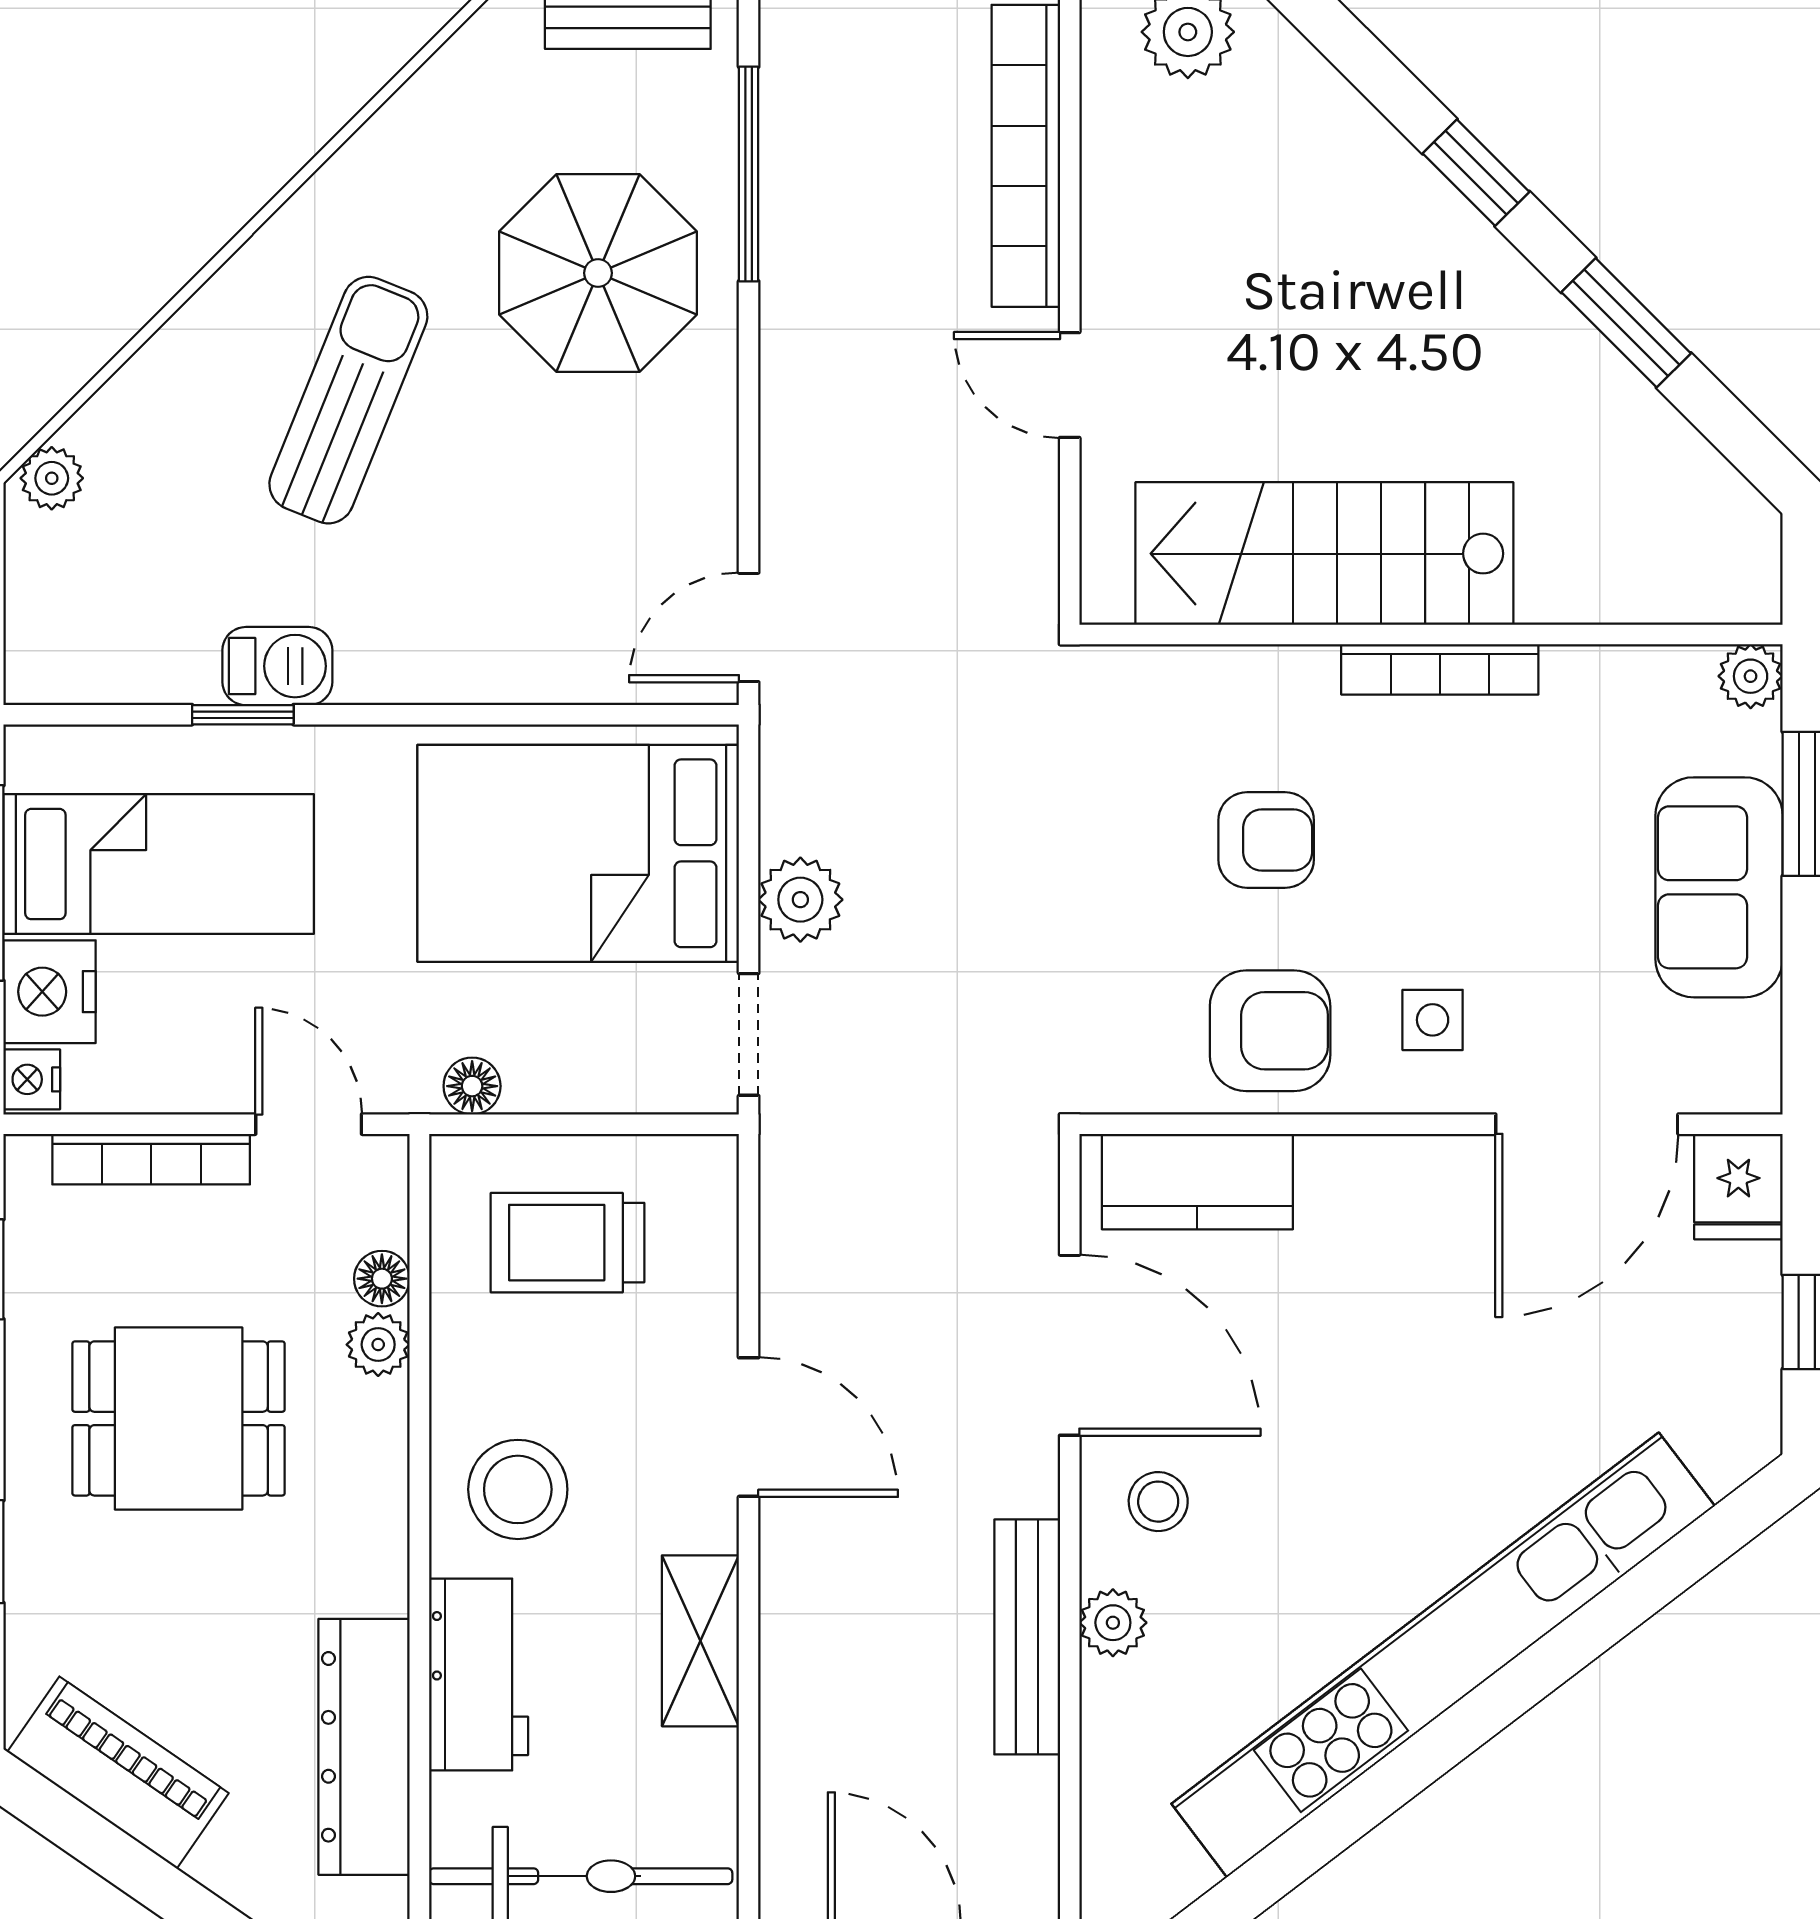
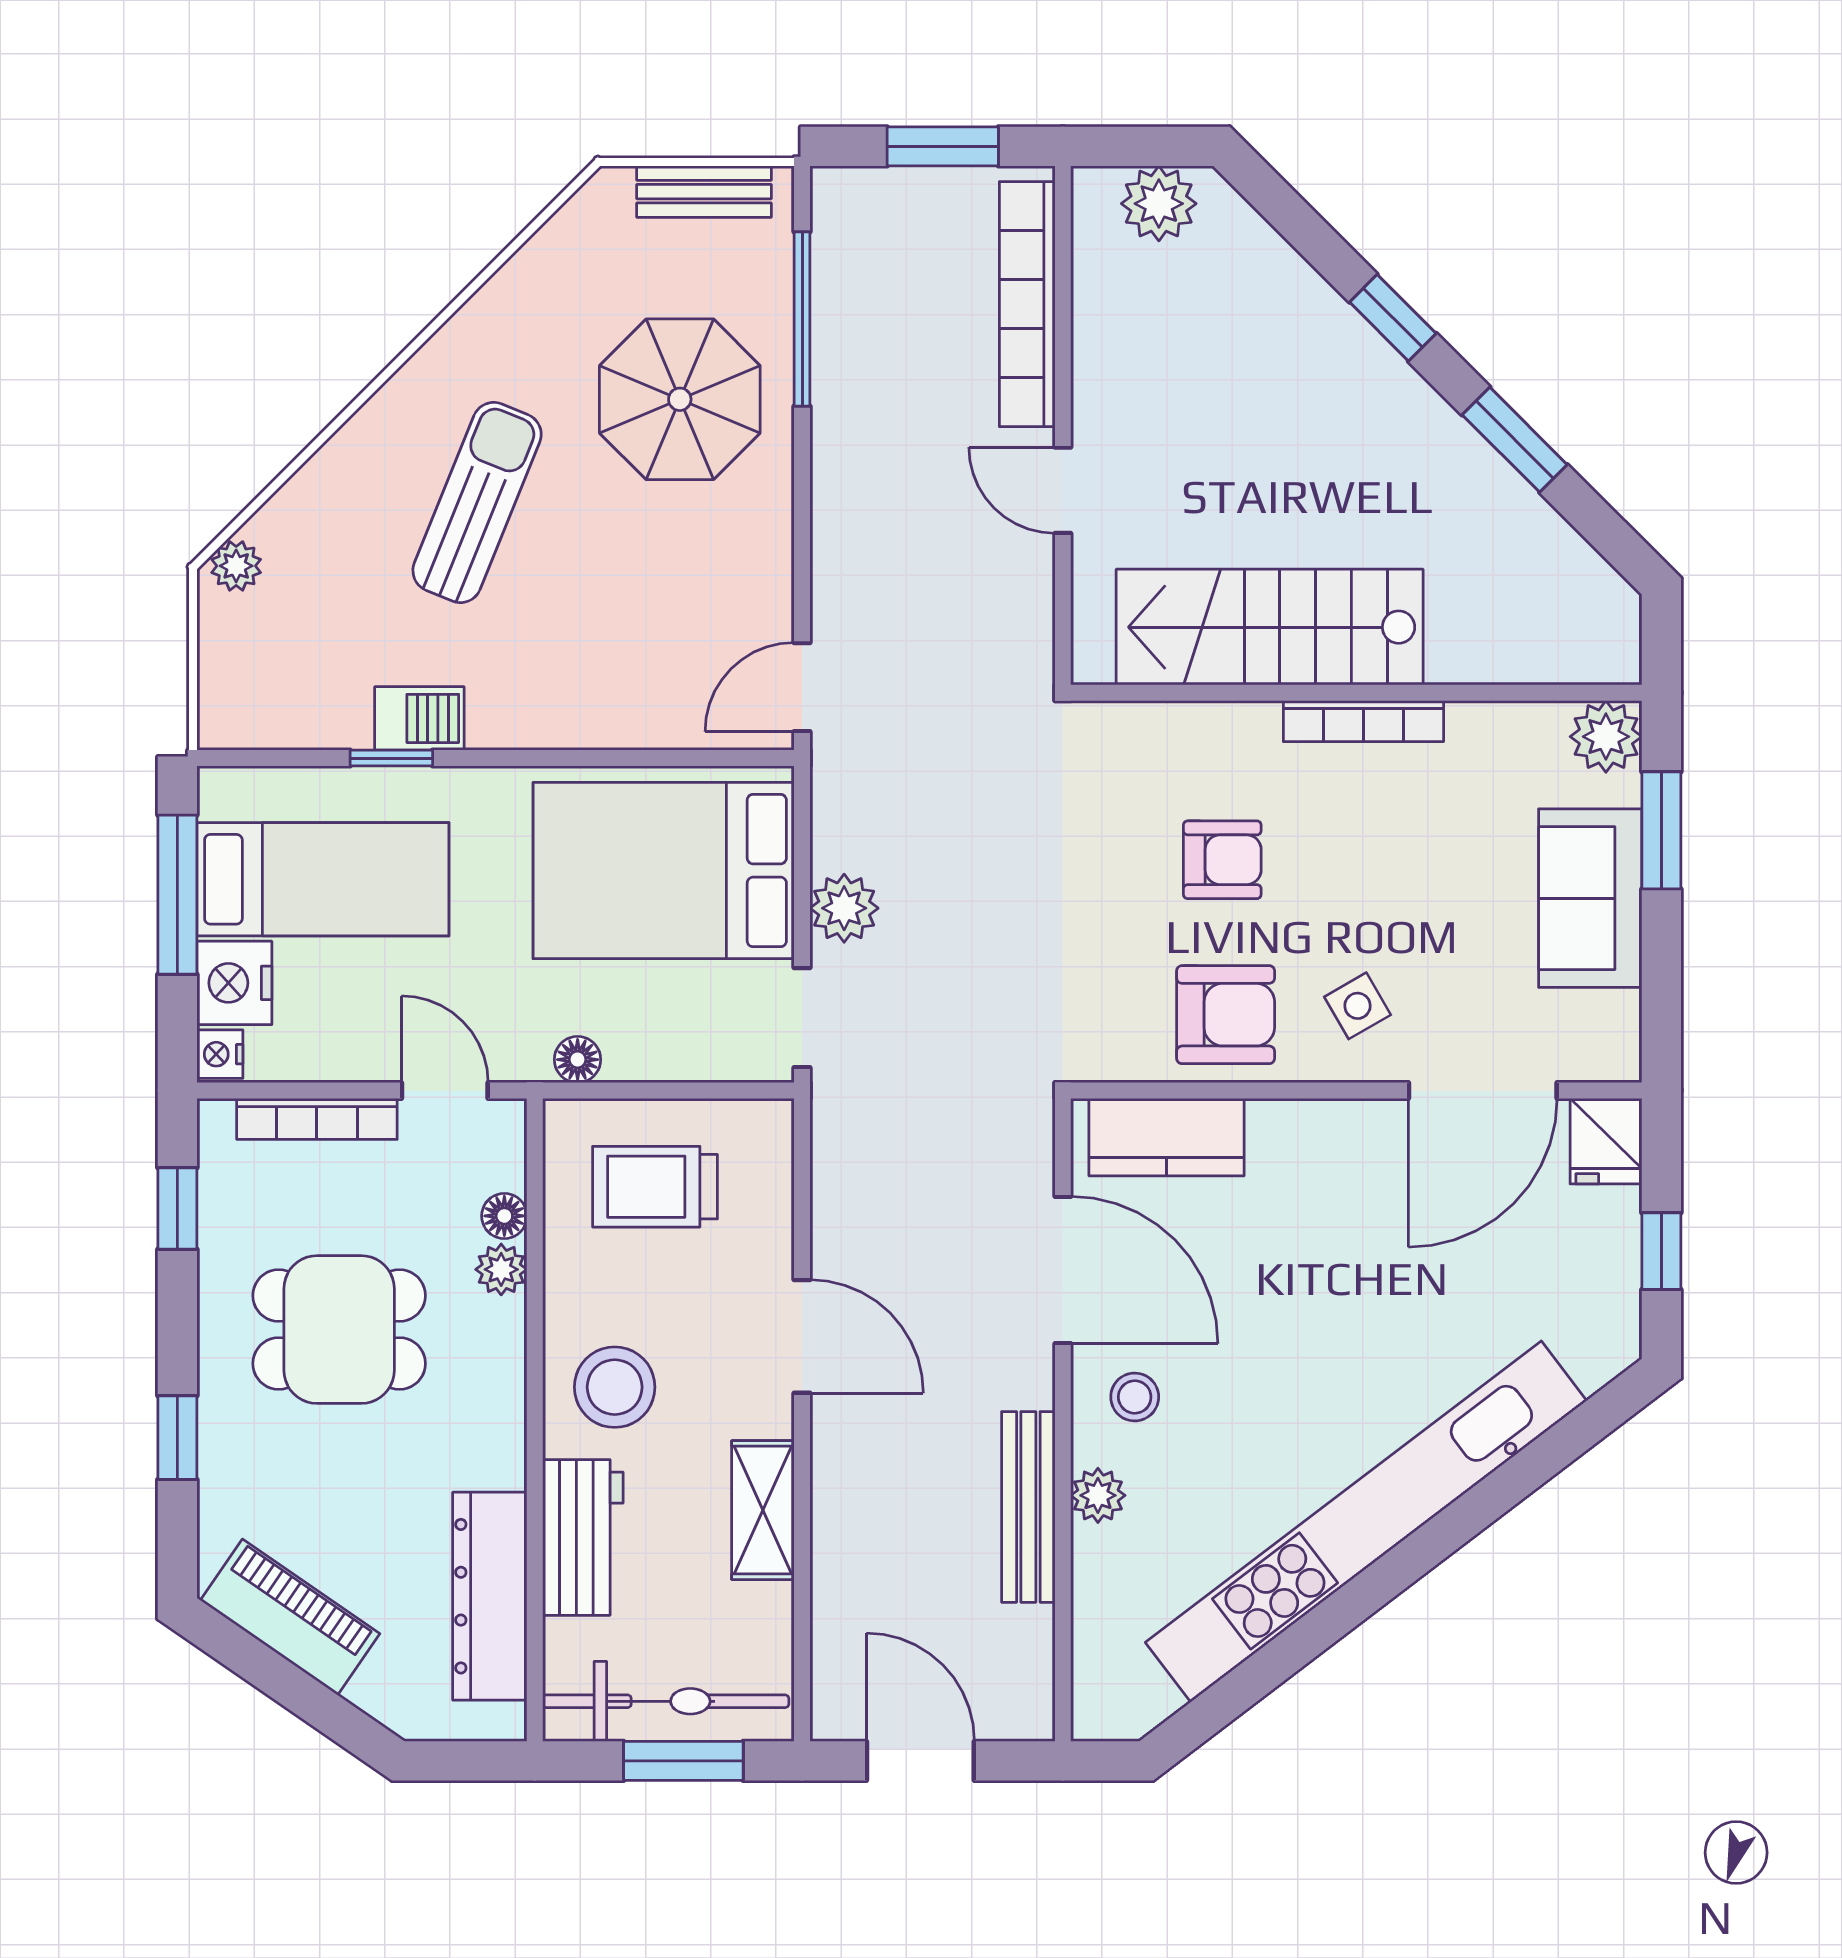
plant: (1751, 676) -> (1606, 737), width x1.38, depth x1.38
side table: (1433, 1020) -> (1358, 1006), turned -30

